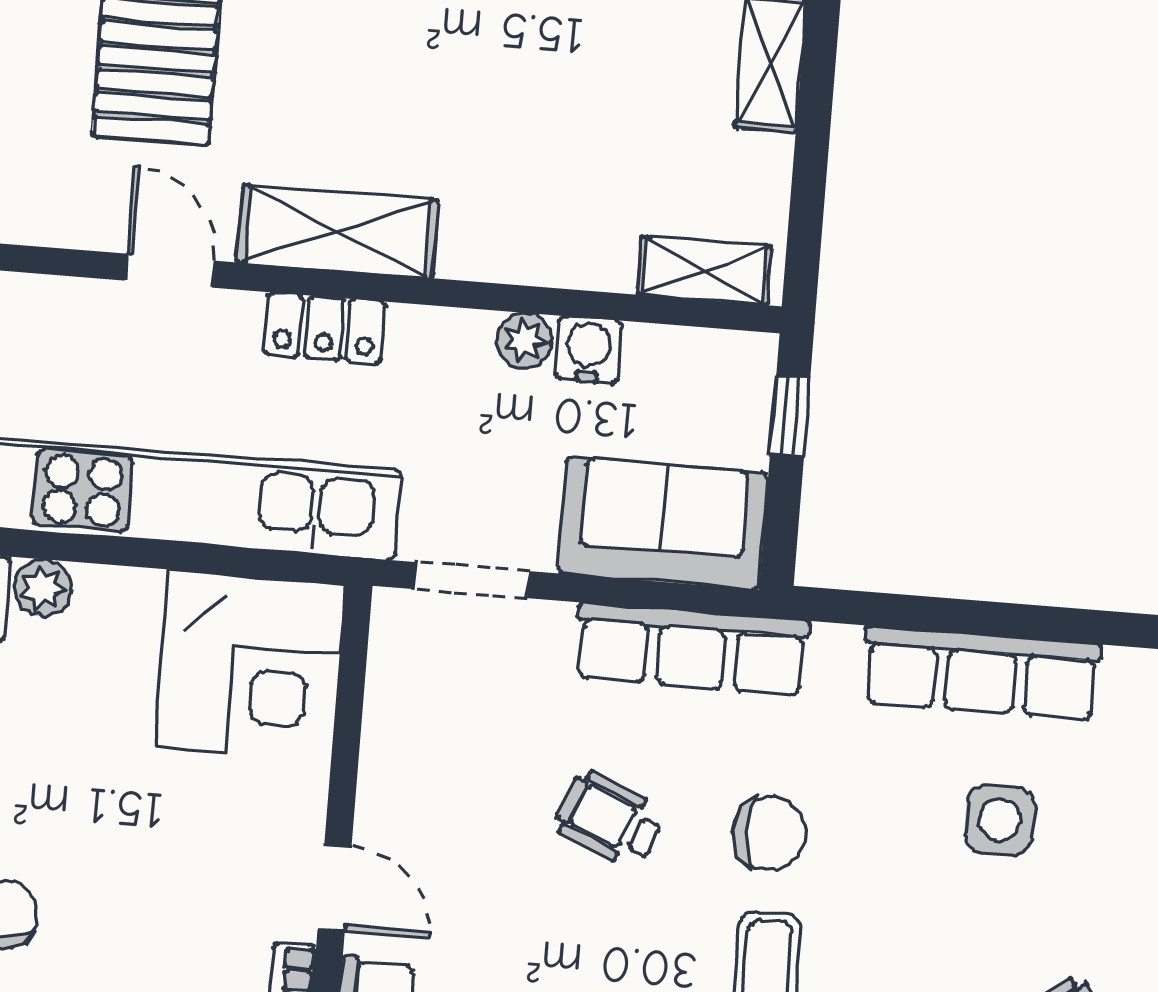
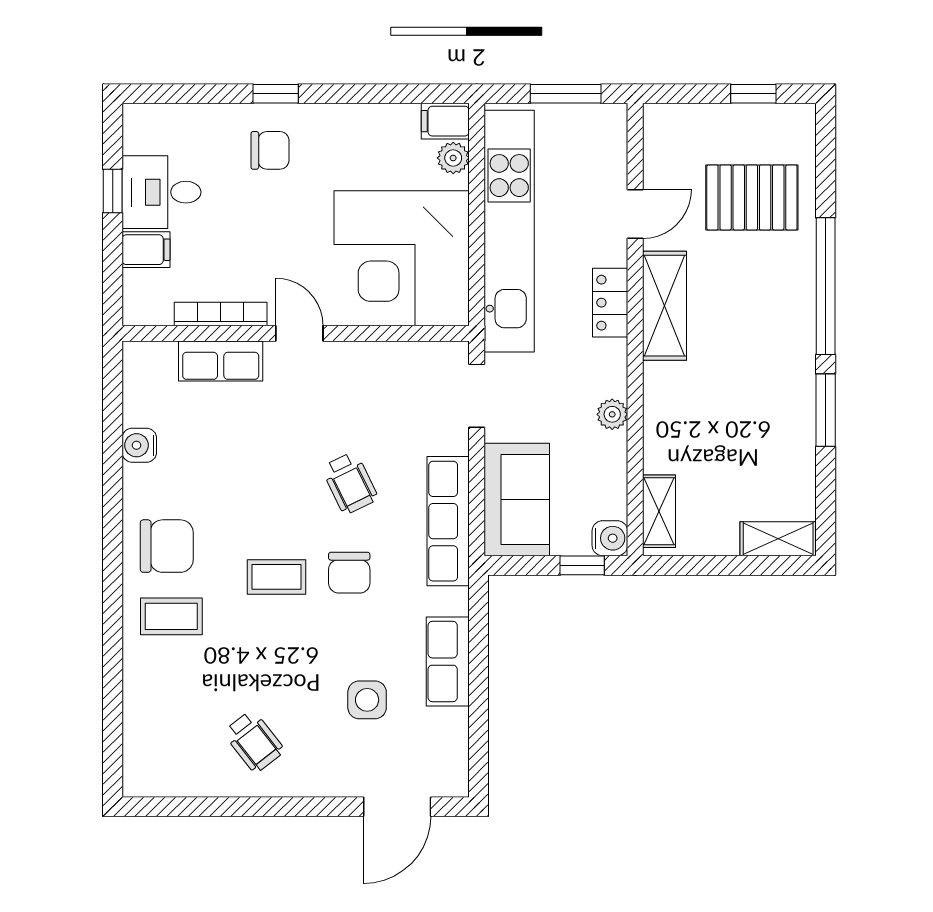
water cooler: (589, 350) -> (610, 538), moved
corner desk: (249, 665) -> (402, 258), width x1.36, depth x1.36
row of seats: (981, 673) -> (448, 662), width x0.68
wheelchair: (610, 819) -> (350, 483), turned 131
door: (334, 888) -> (299, 333), swing flipped

